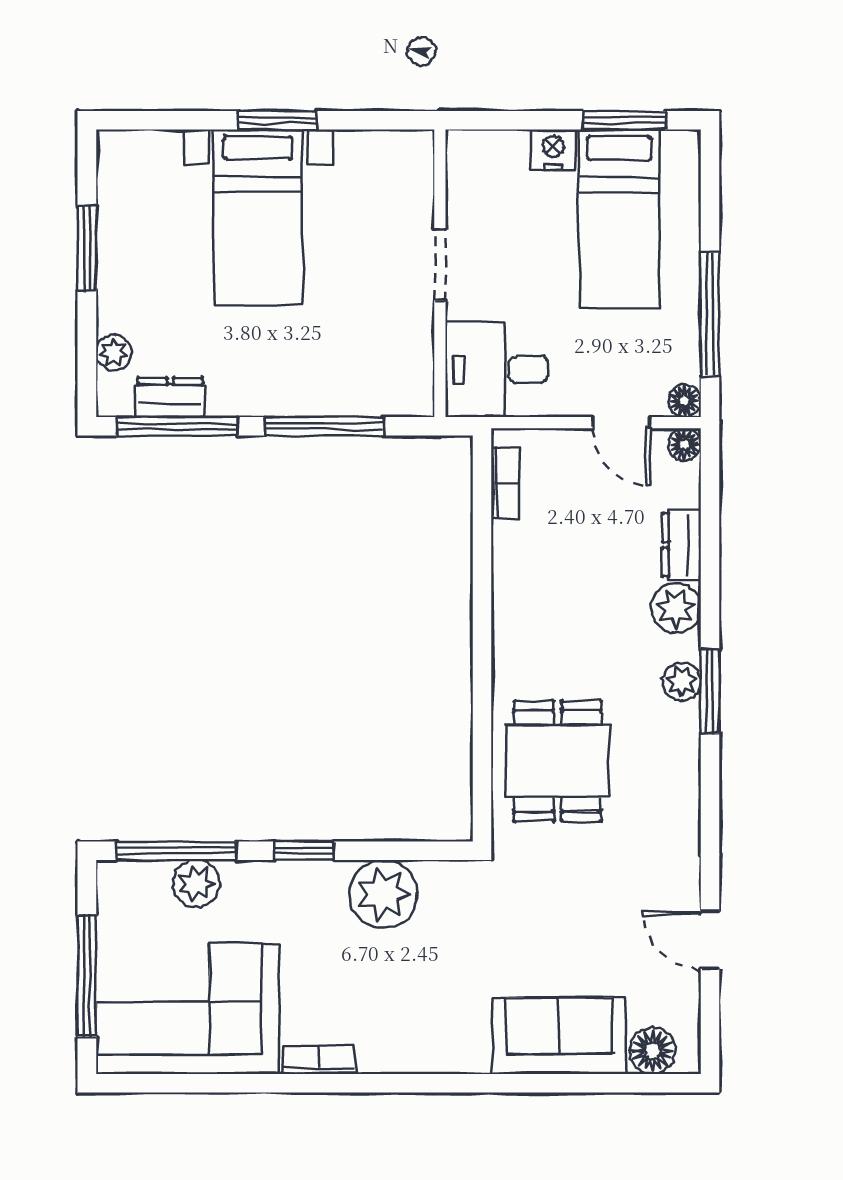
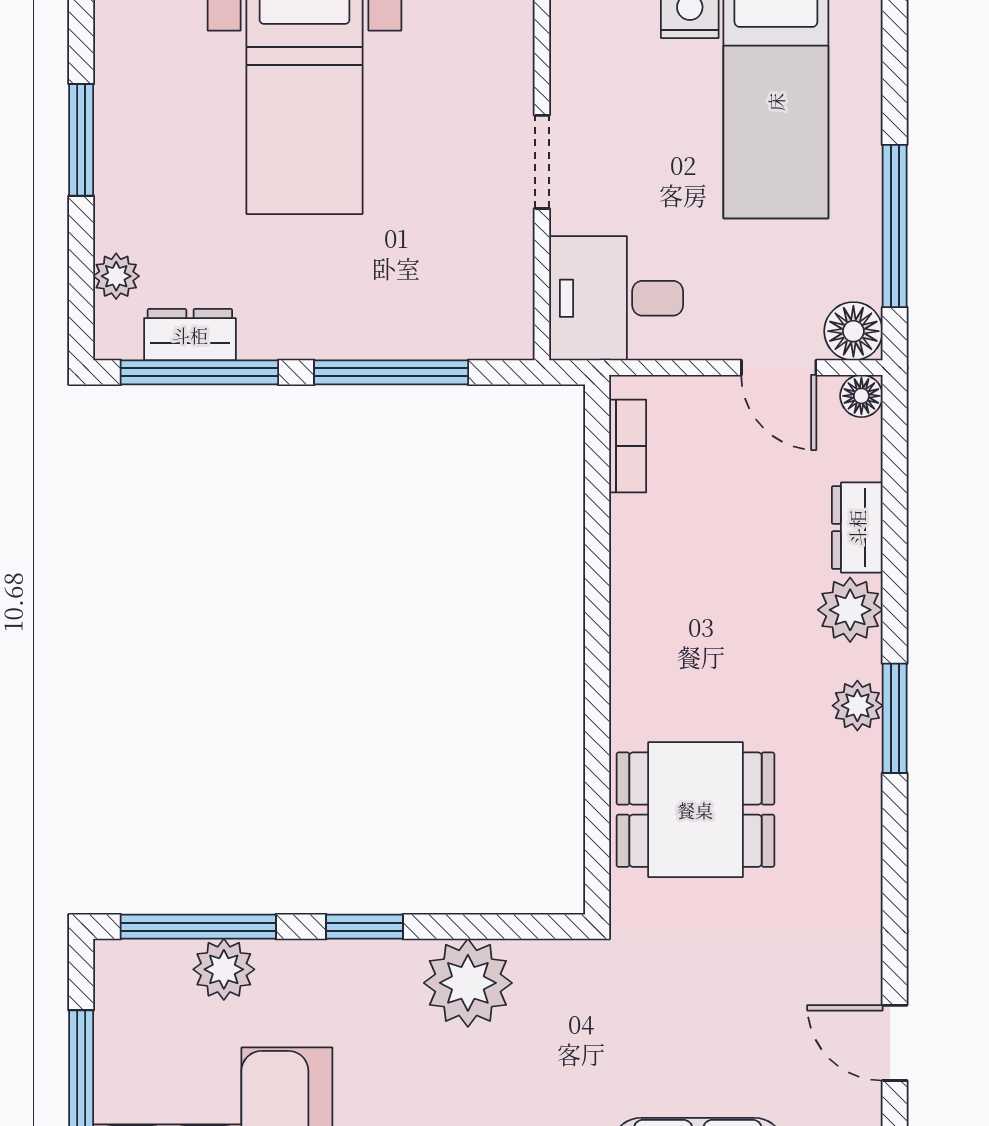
floor lamp: (684, 401) -> (853, 331), width x1.37, depth x1.37
dining table: (557, 761) -> (695, 810), turned 90

